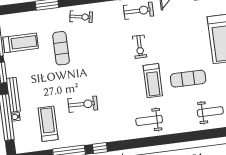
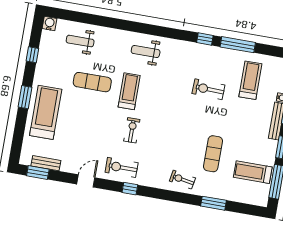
weight bench: (149, 120) -> (146, 52), turned 180
treadmill: (48, 124) -> (250, 80), turned 180

